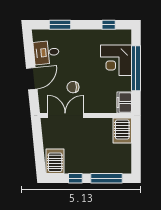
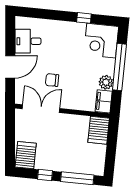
window: (60, 25) -> (45, 14), removed
window: (109, 25) -> (84, 18), moved
corner desk: (116, 60) -> (101, 41), moved
plant: (124, 84) -> (106, 82), added

